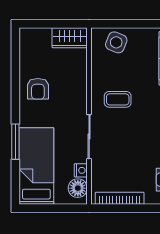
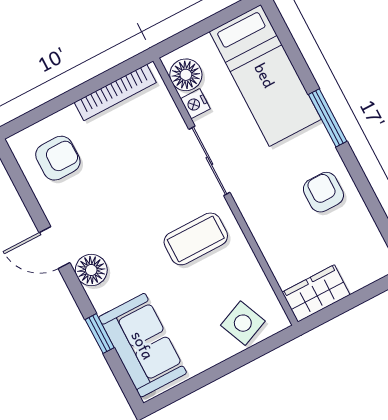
side table: (116, 42) -> (243, 323), turned 45
coffee table: (118, 99) -> (196, 239), width x1.36, depth x1.30
window: (15, 142) -> (328, 118), moved

